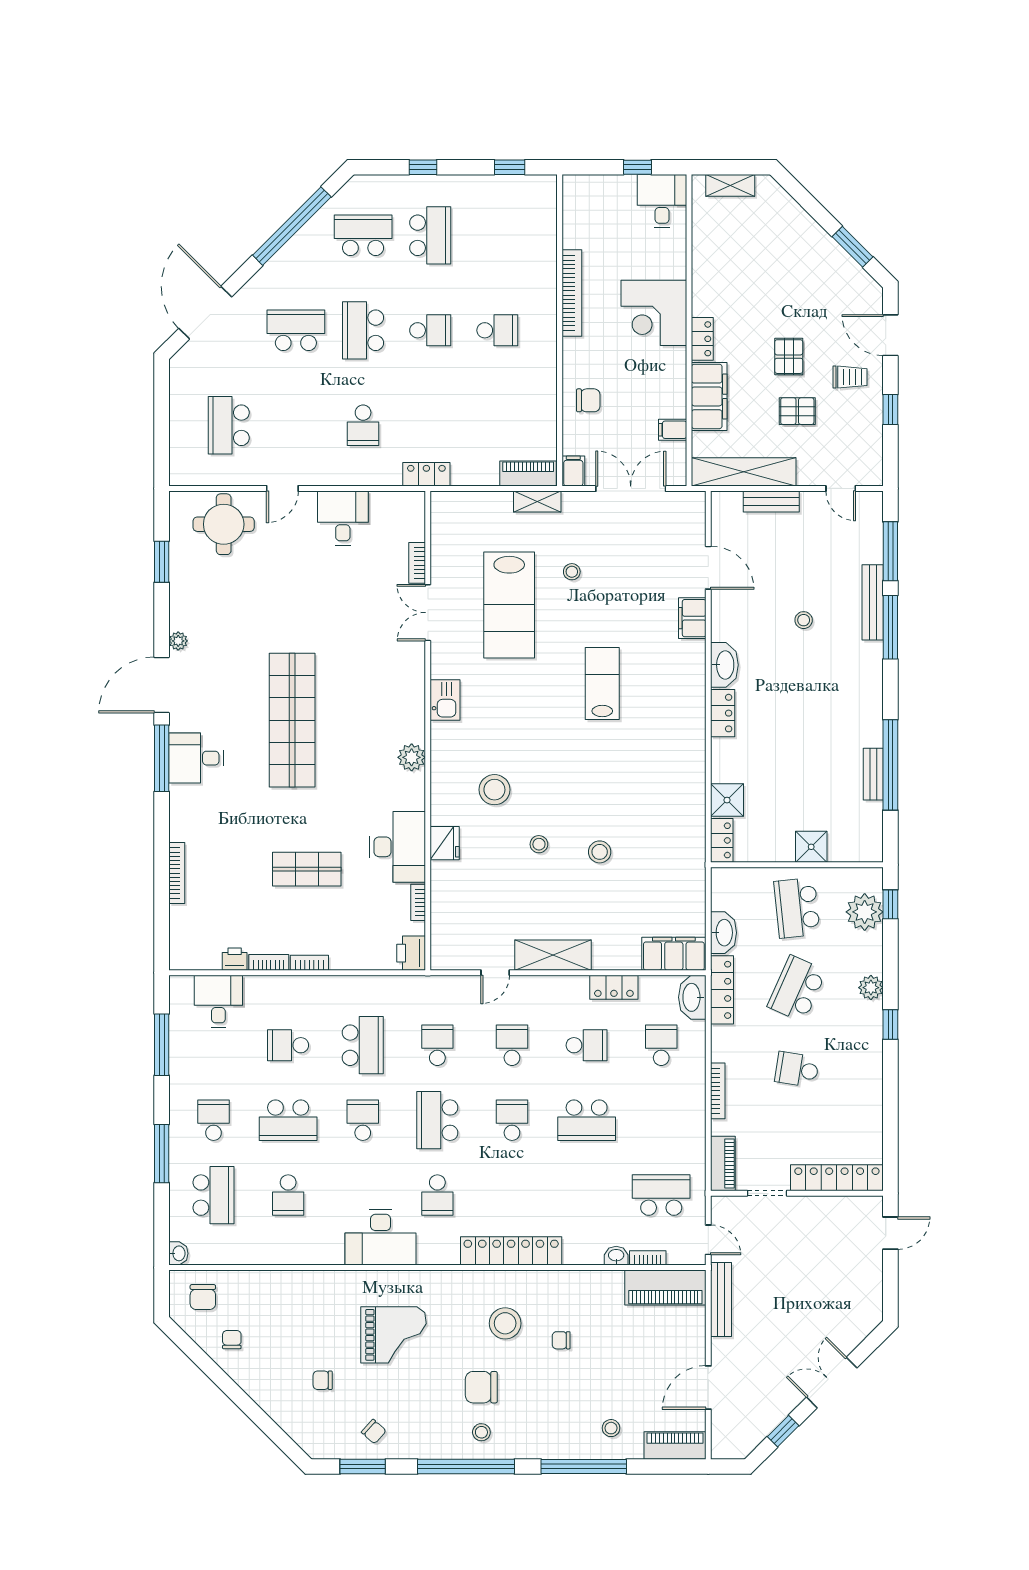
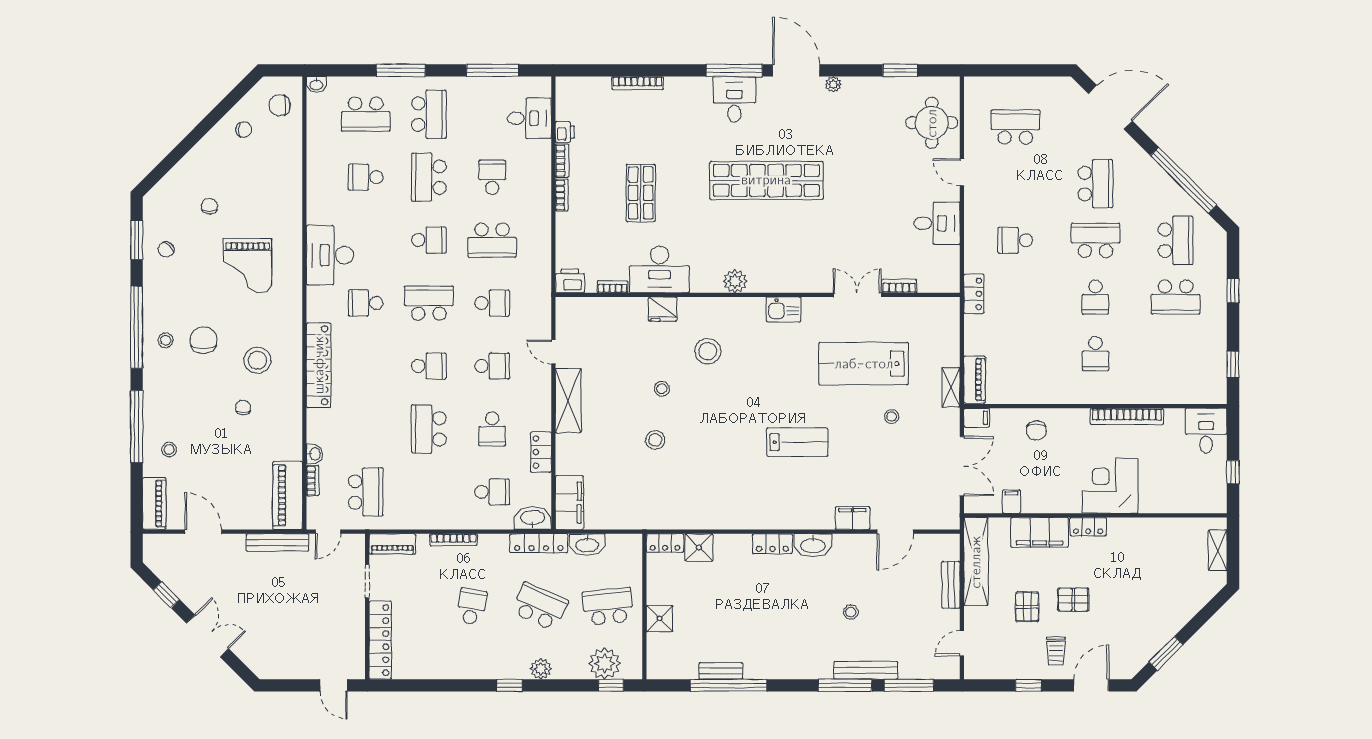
desk: (662, 201) -> (1206, 431), moved, turned -90
school desk: (214, 1120) -> (429, 114), width x1.85

